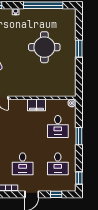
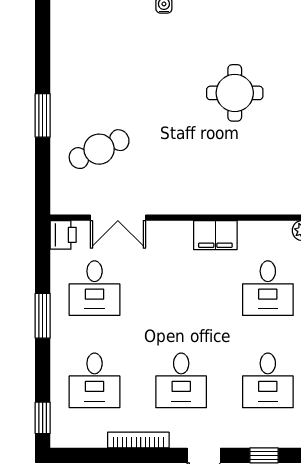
round table: (44, 47) -> (235, 93), width x0.73, depth x0.73

